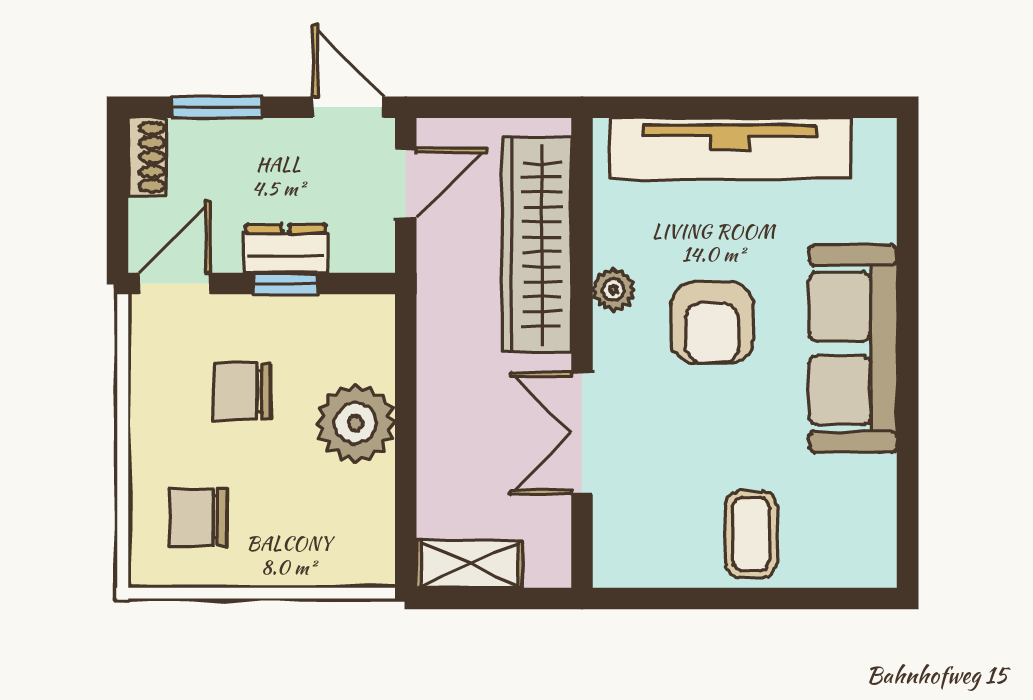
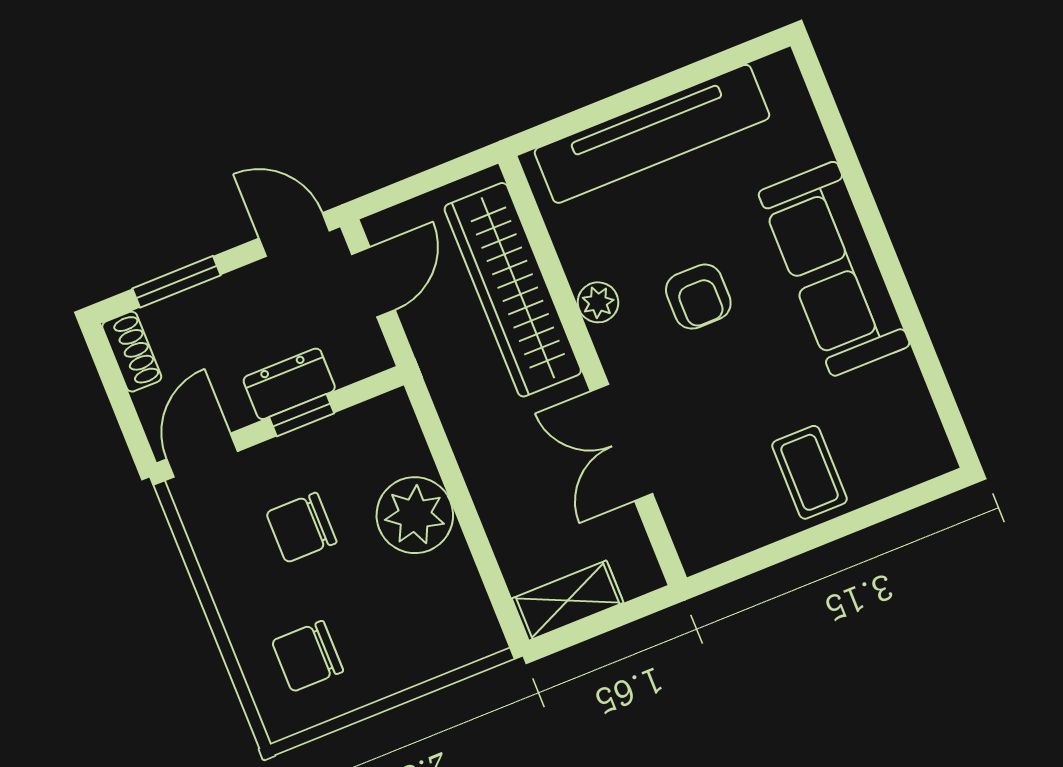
armchair: (712, 323) -> (698, 297), width x0.72, depth x0.72

